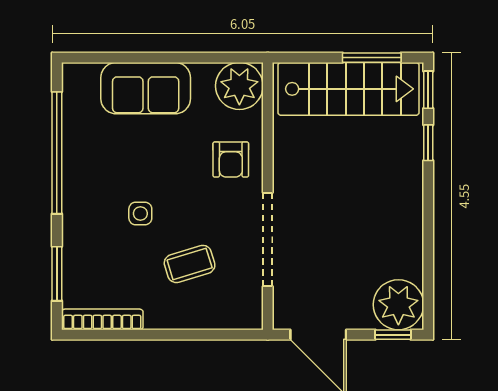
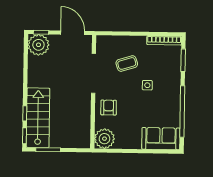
sofa: (146, 88) -> (161, 139), moved
stairs: (348, 89) -> (38, 118), moved, turned 90

